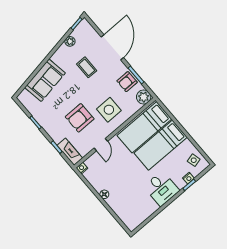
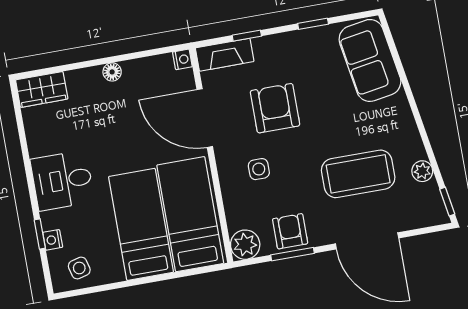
coffee table: (87, 67) -> (358, 174), width x1.86, depth x1.72
sofa: (45, 80) -> (370, 60), moved
side table: (109, 110) -> (259, 169), width x0.54, depth x0.54
door: (101, 145) -> (205, 118), width x1.87
wardrobe: (129, 219) -> (42, 89), added

